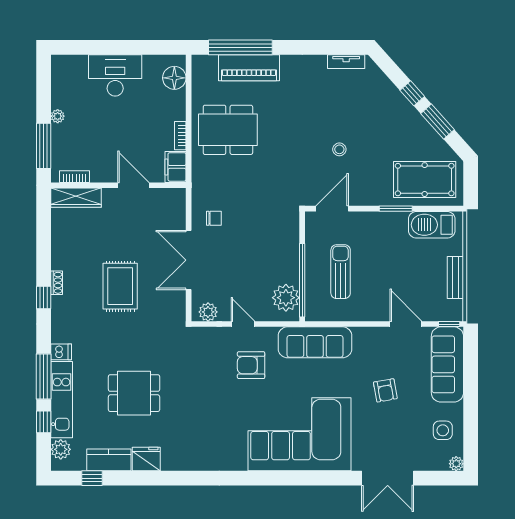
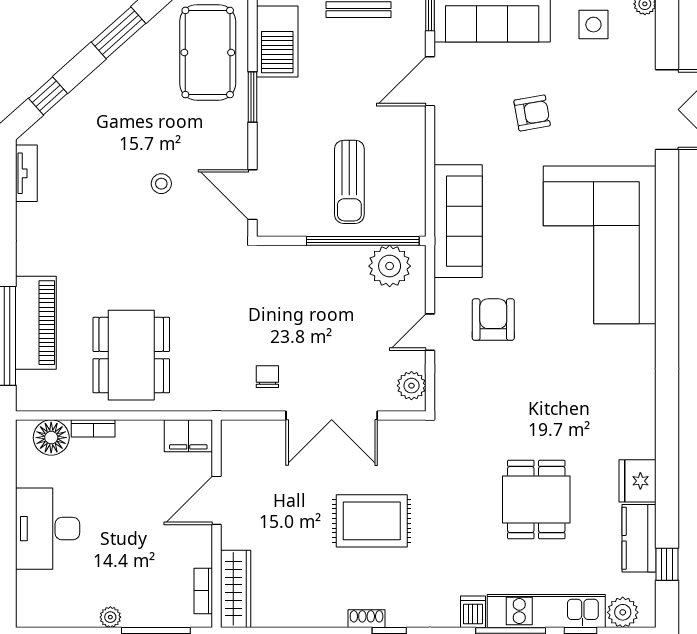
window: (412, 93) -> (48, 96), moved
bookcase: (180, 136) -> (93, 428), moved
sun lounger: (341, 272) -> (349, 182), turned -90
armchair: (251, 365) -> (493, 320), turned 180

